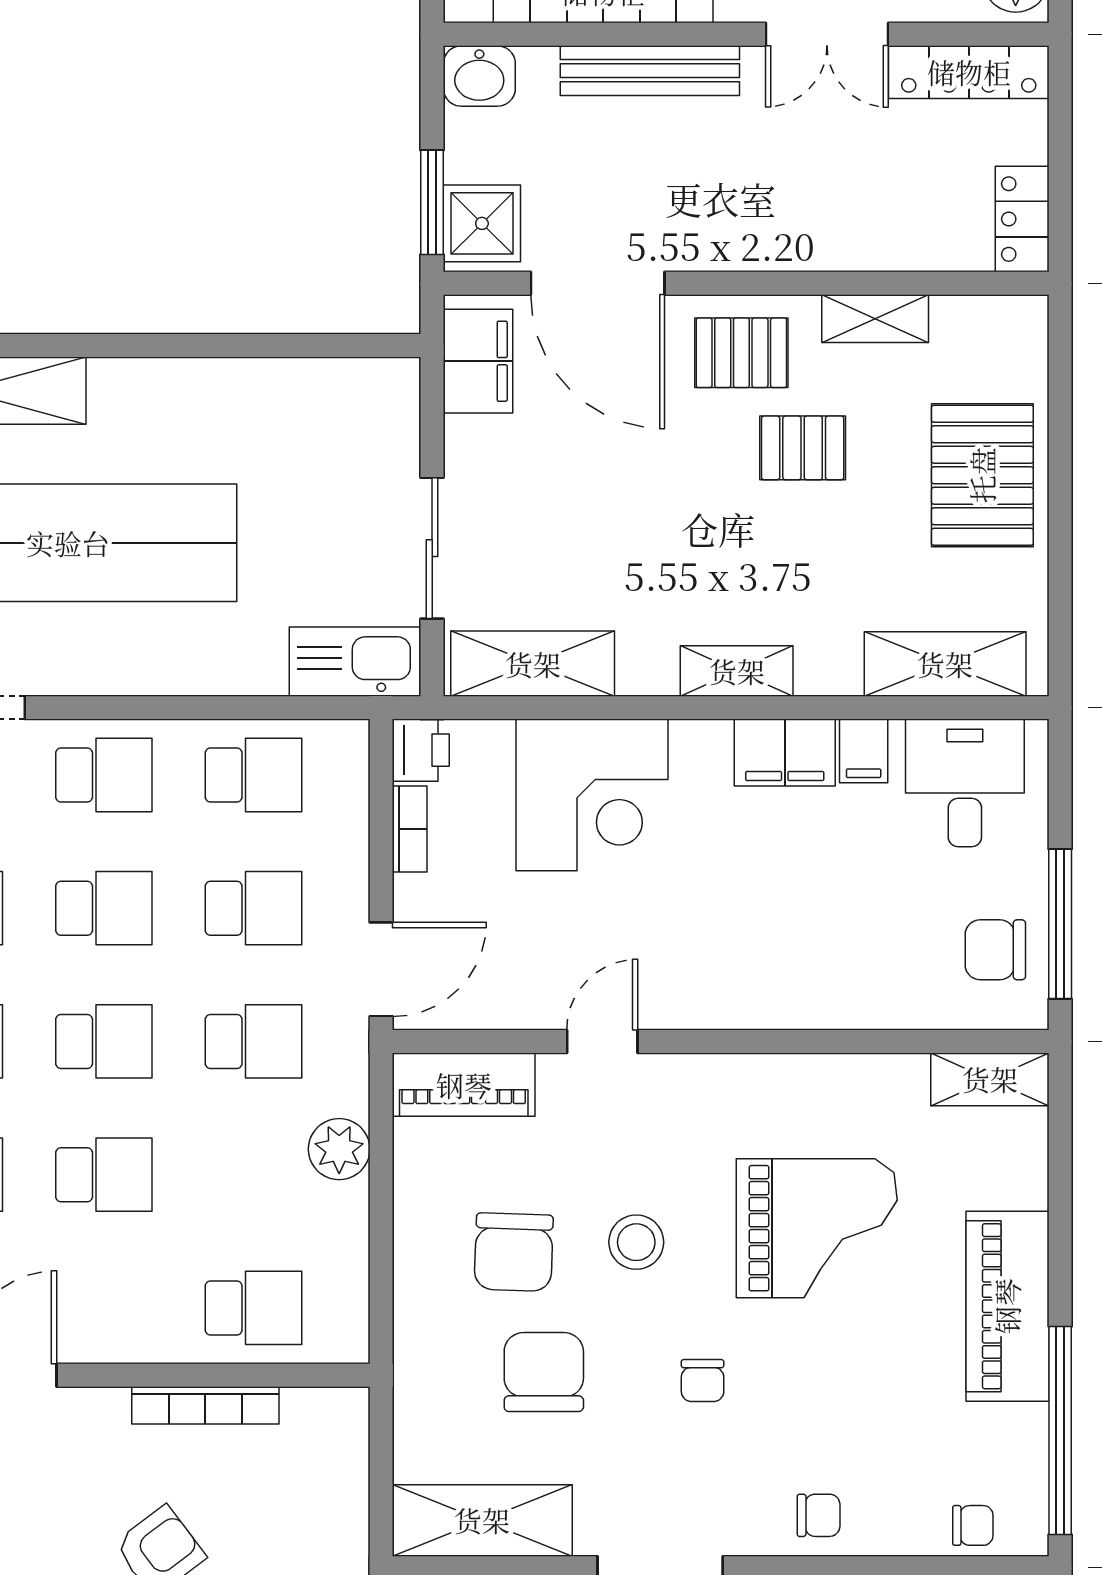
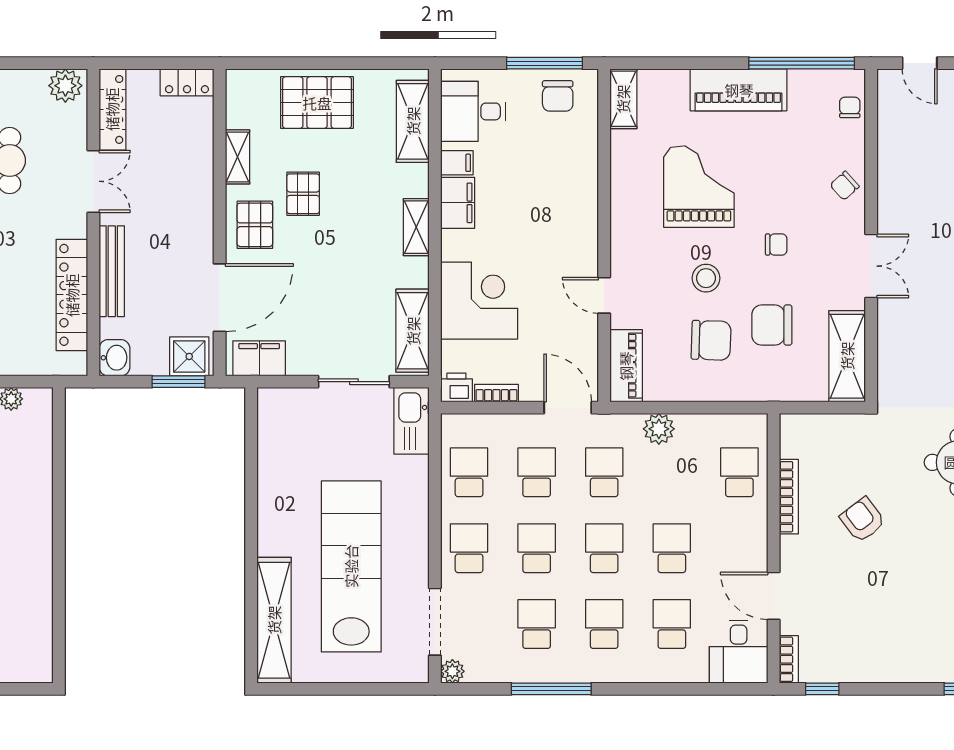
chair: (819, 1515) -> (845, 186), turned -132

